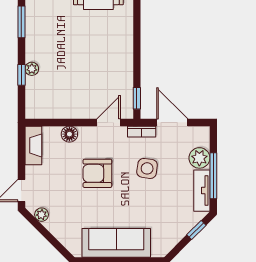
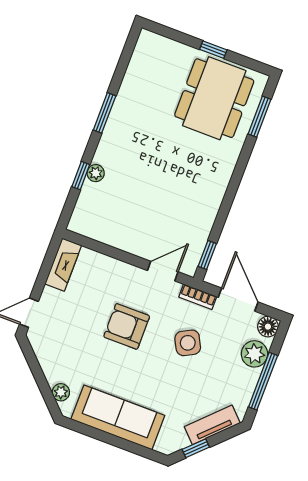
floor lamp: (69, 134) -> (268, 327), moved
side table: (147, 168) -> (188, 343), turned -36
tv unit: (202, 191) -> (212, 425), moved, turned 45
plant: (42, 215) -> (61, 392), moved
window: (196, 230) -> (196, 448), moved

